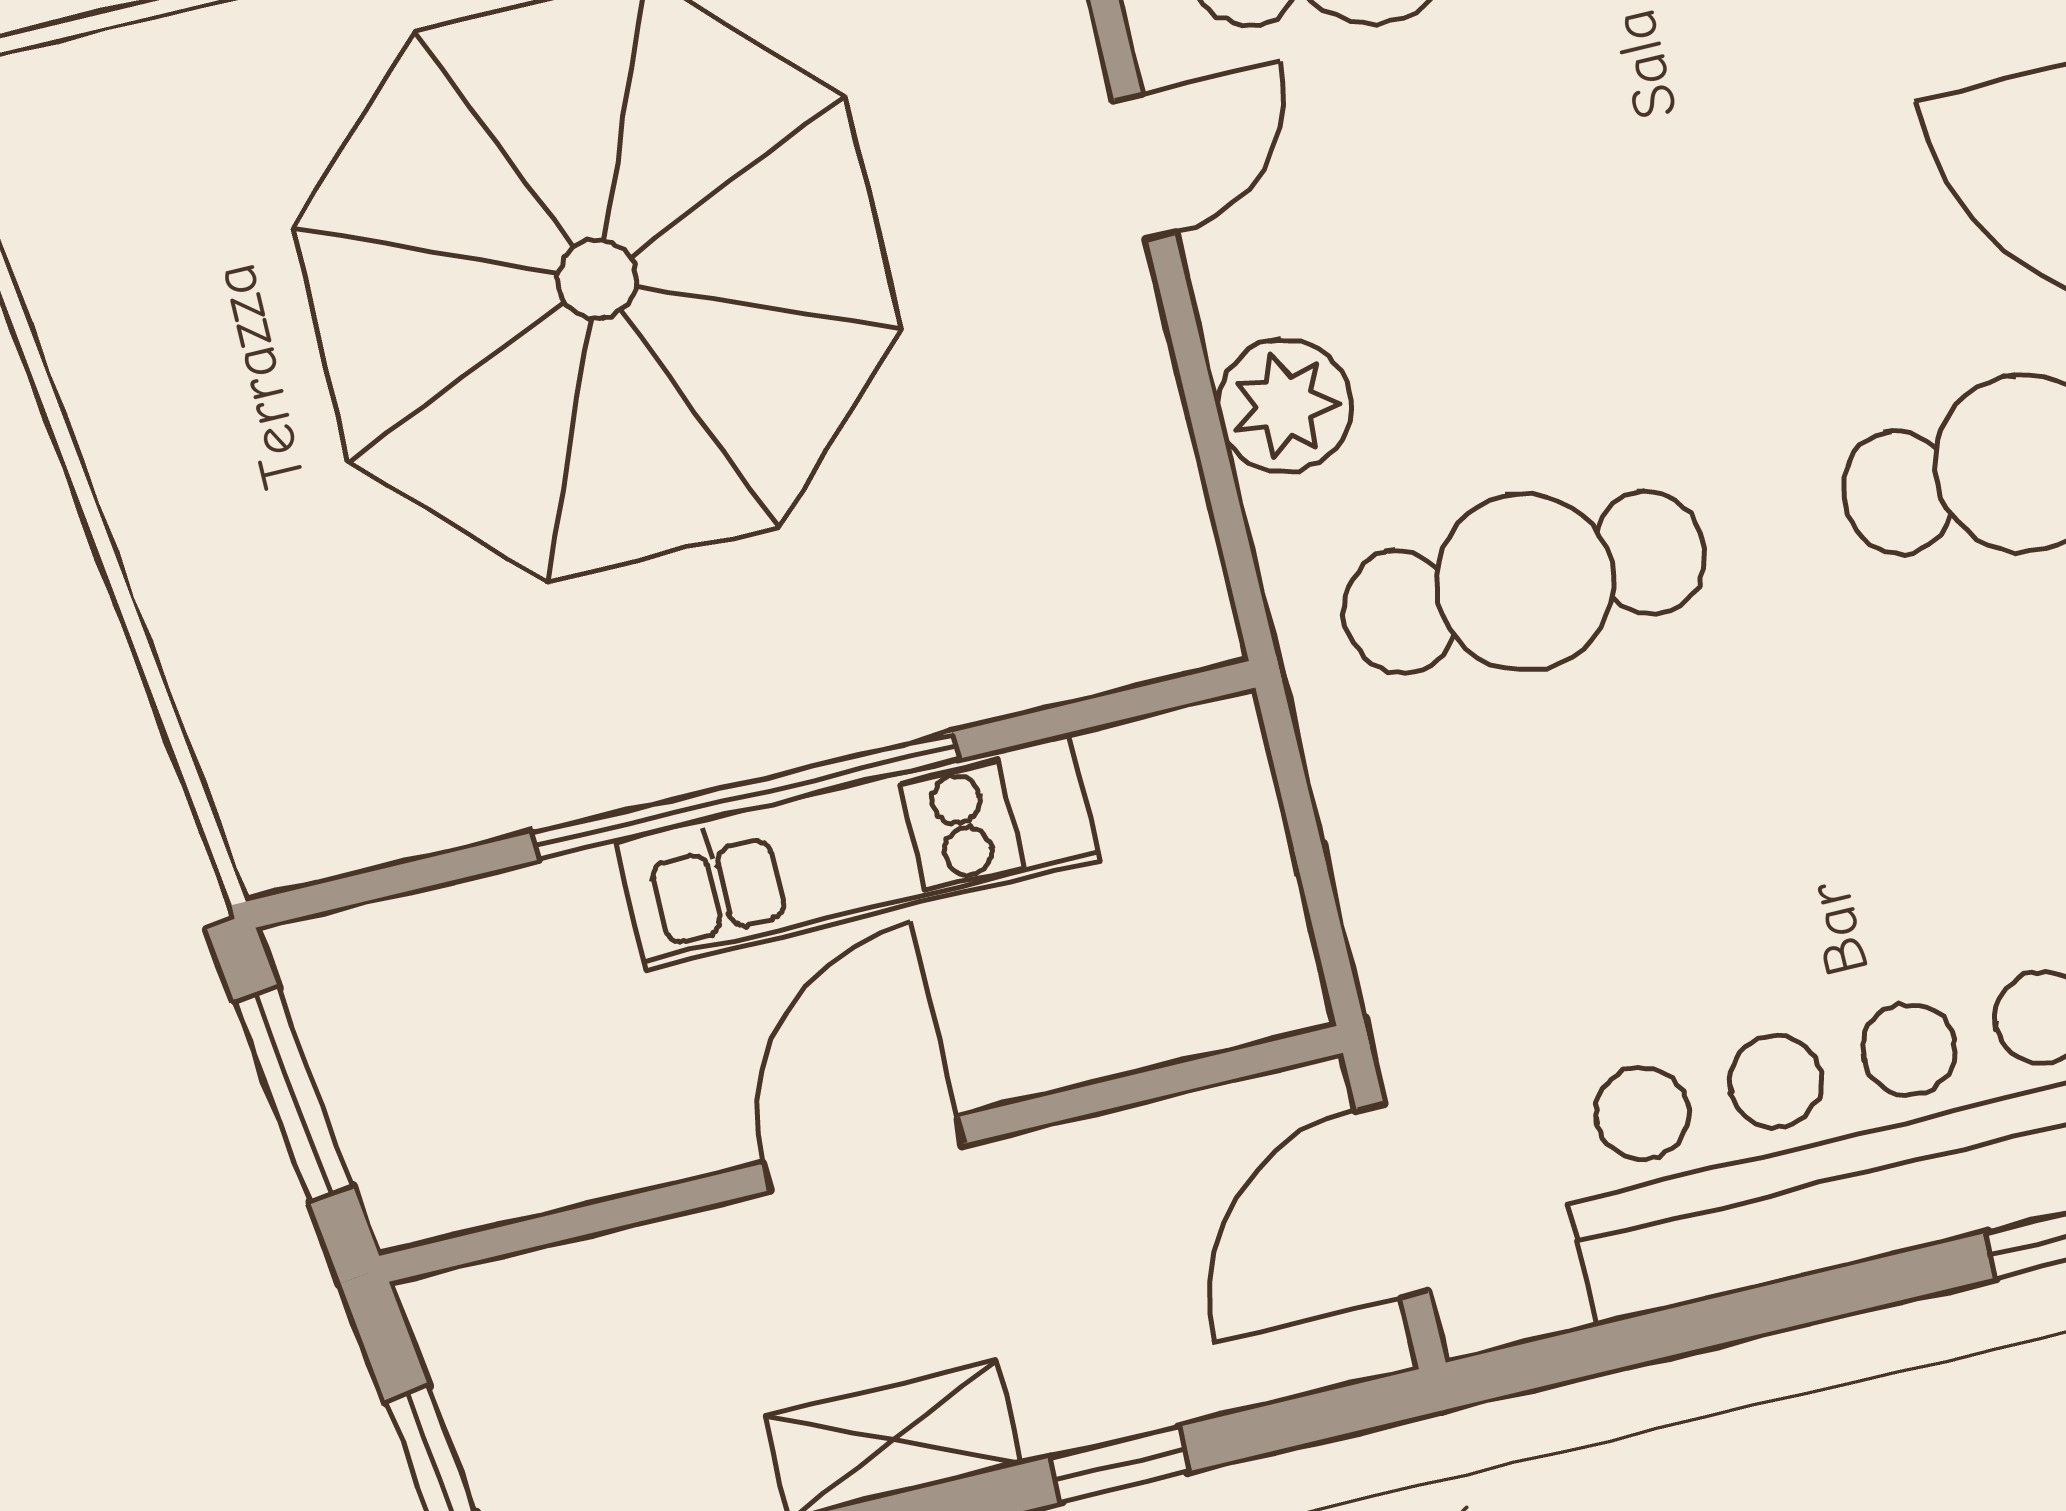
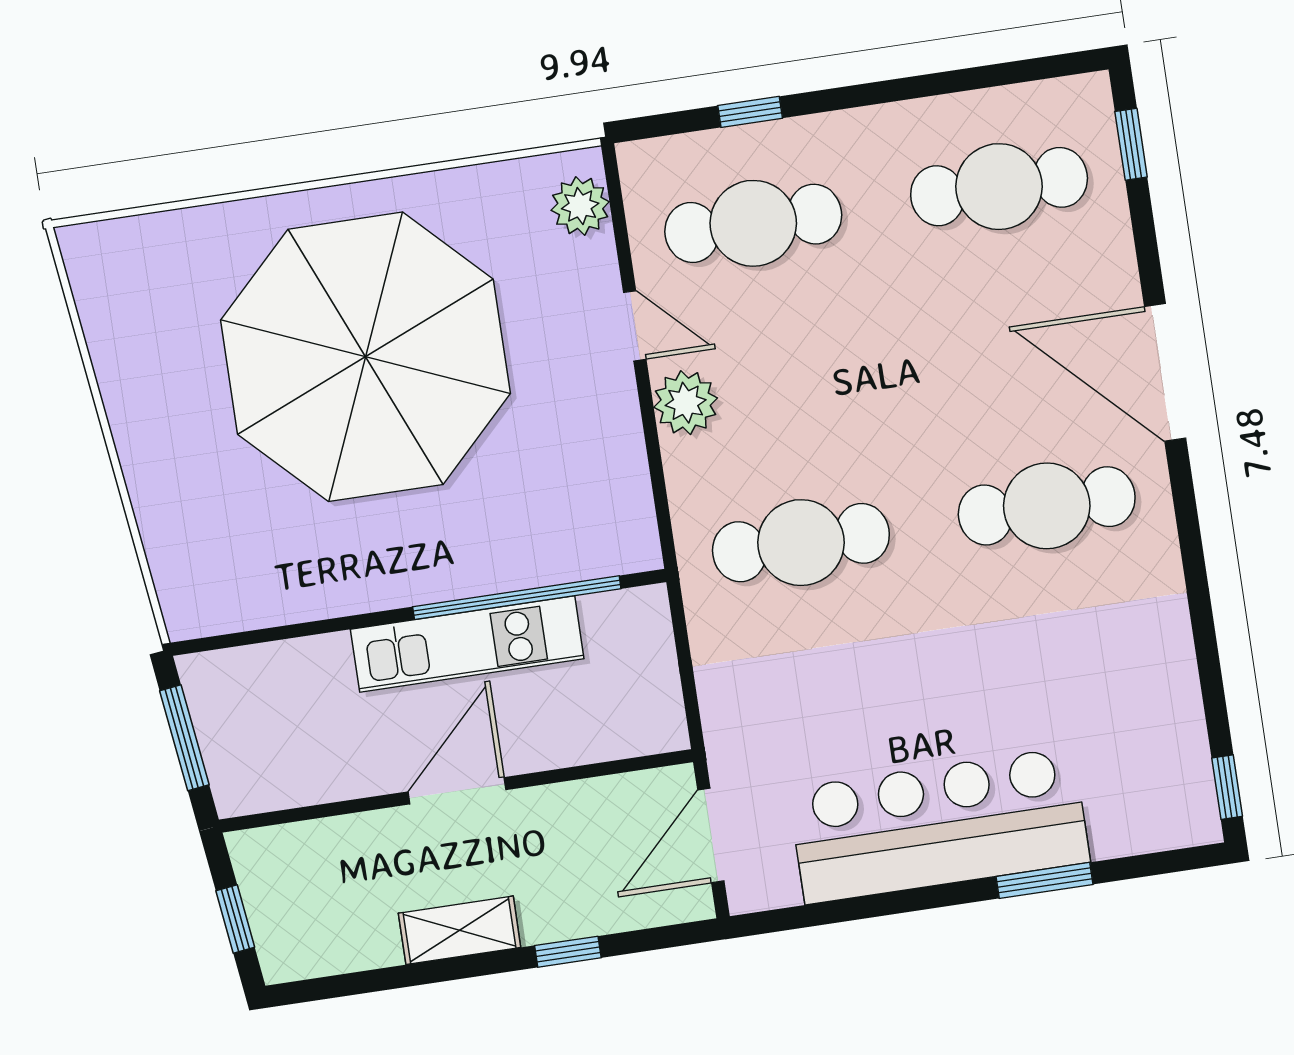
door: (1144, 167) -> (635, 326), hinge flipped
plant: (1285, 406) -> (686, 403), moved
window: (746, 796) -> (517, 598), moved

